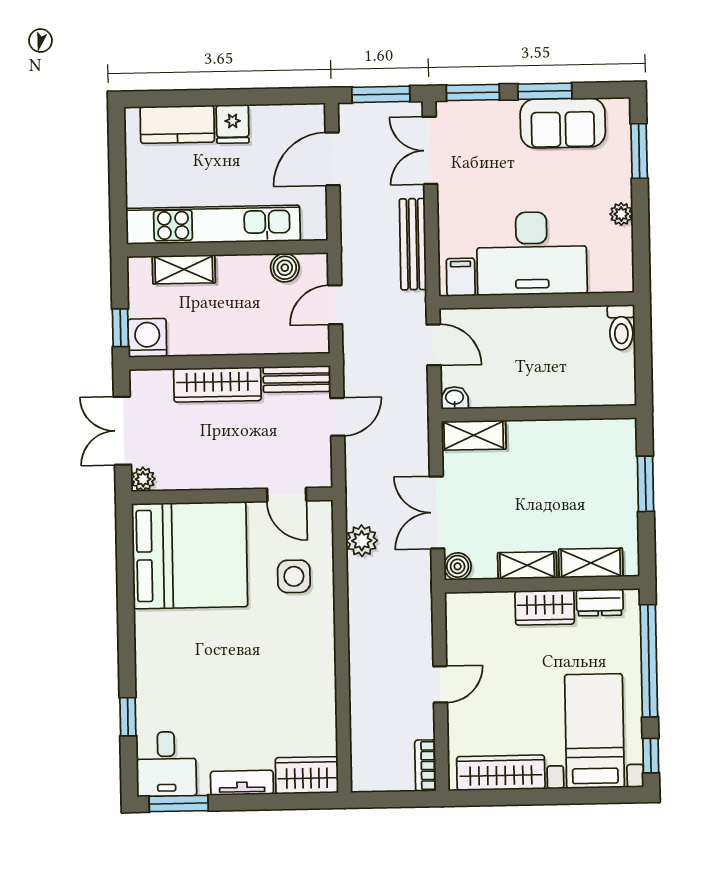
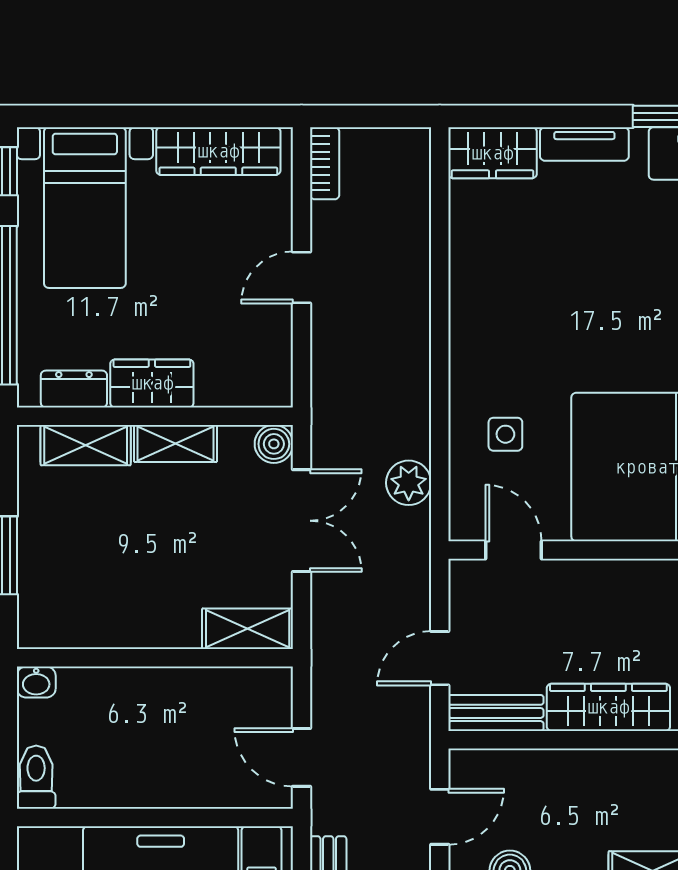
washbasin: (455, 398) -> (36, 682), moved
side table: (294, 576) -> (505, 434), width x0.73, depth x0.73

